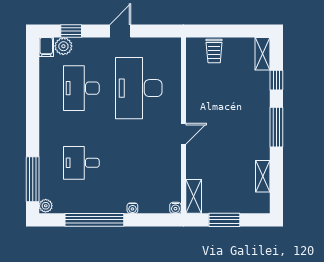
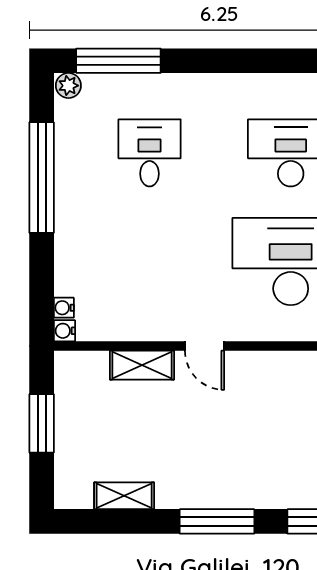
shelving: (194, 196) -> (142, 365), moved
water cooler: (132, 208) -> (64, 308), moved

